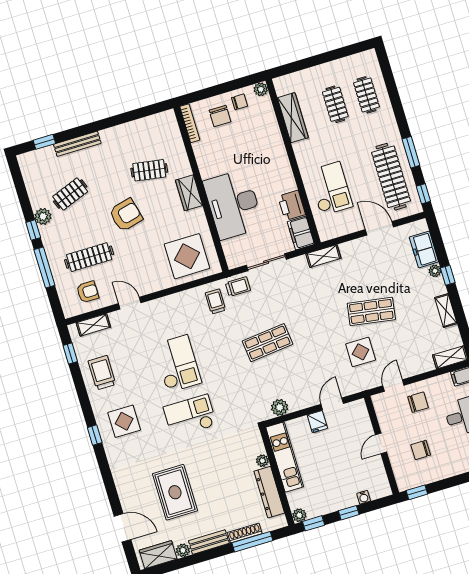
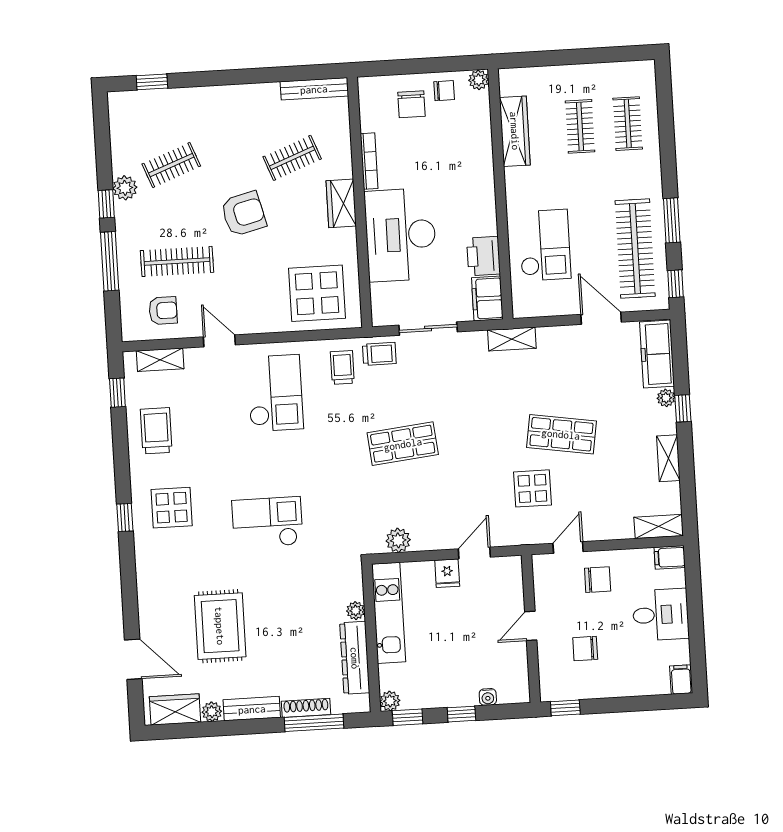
bookcase: (190, 123) -> (369, 161), moved
bench: (77, 144) -> (314, 89), moved
clothes rail: (149, 170) -> (292, 158), turned -30
freezer: (424, 249) -> (657, 354), width x1.40
checkout: (178, 364) -> (275, 393), moved

